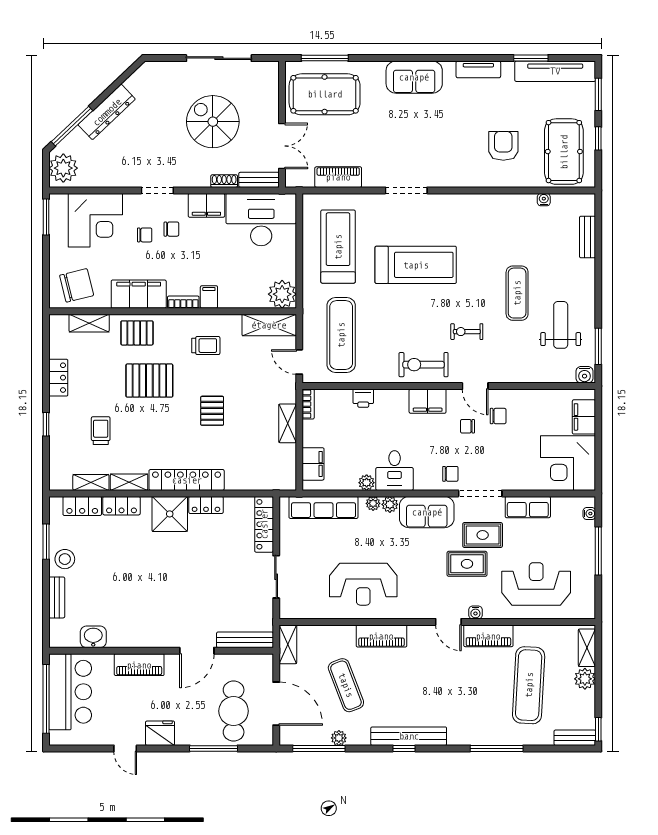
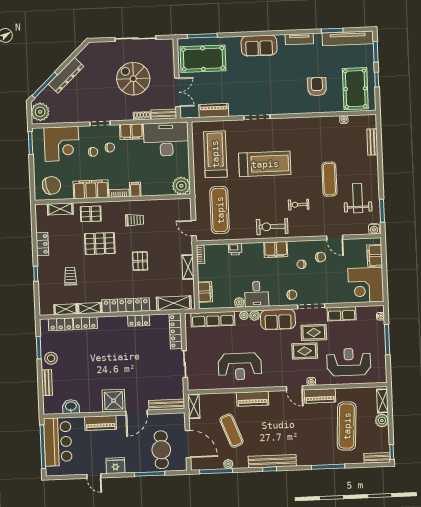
shelving: (269, 325) -> (174, 303), moved
door: (475, 386) -> (335, 238), moved
shower: (170, 514) -> (114, 401), moved

